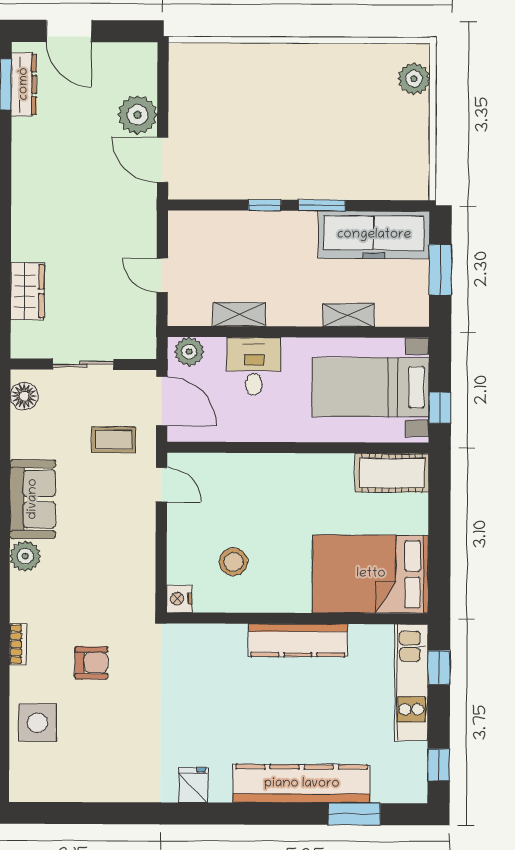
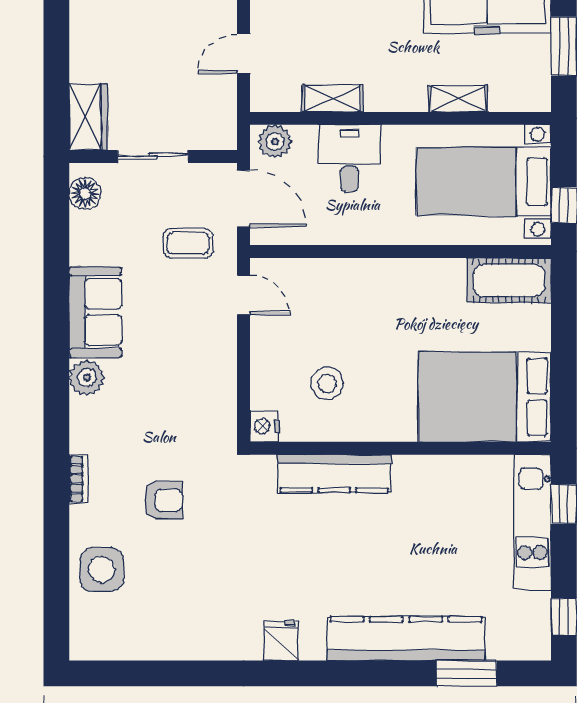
door: (162, 275) -> (244, 54), hinge flipped
wardrobe: (27, 291) -> (88, 117), moved
kitchen counter: (298, 640) -> (334, 473), moved

